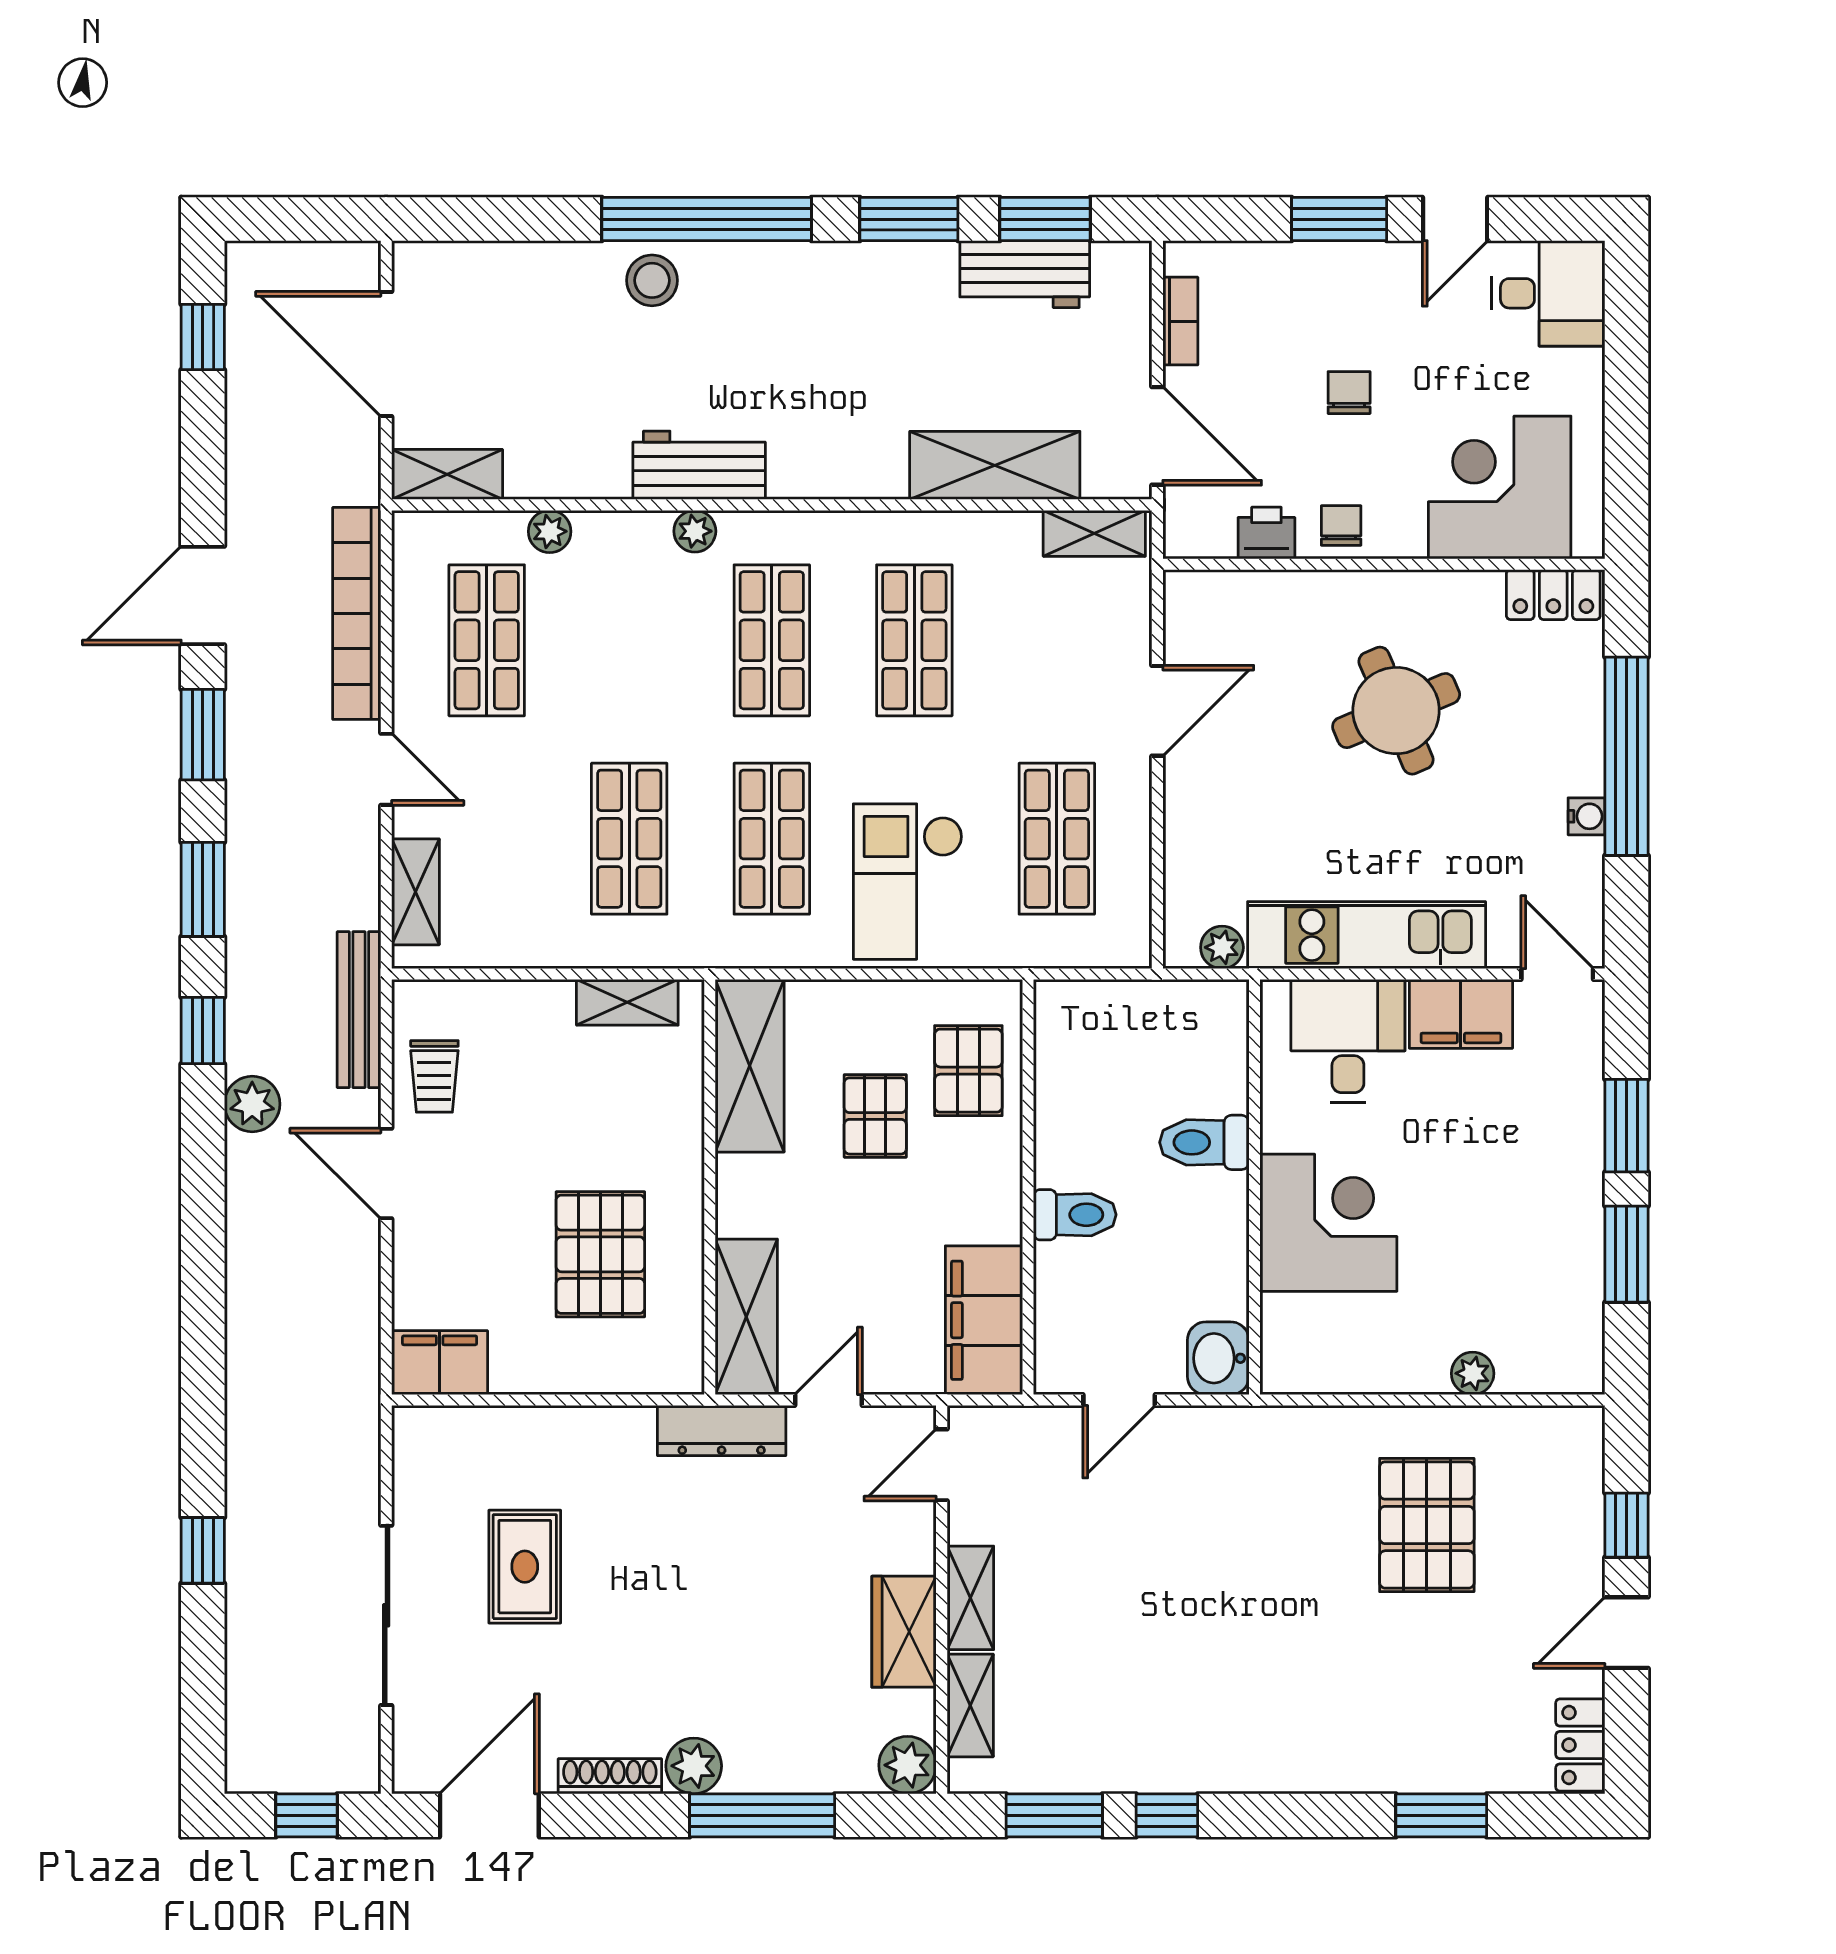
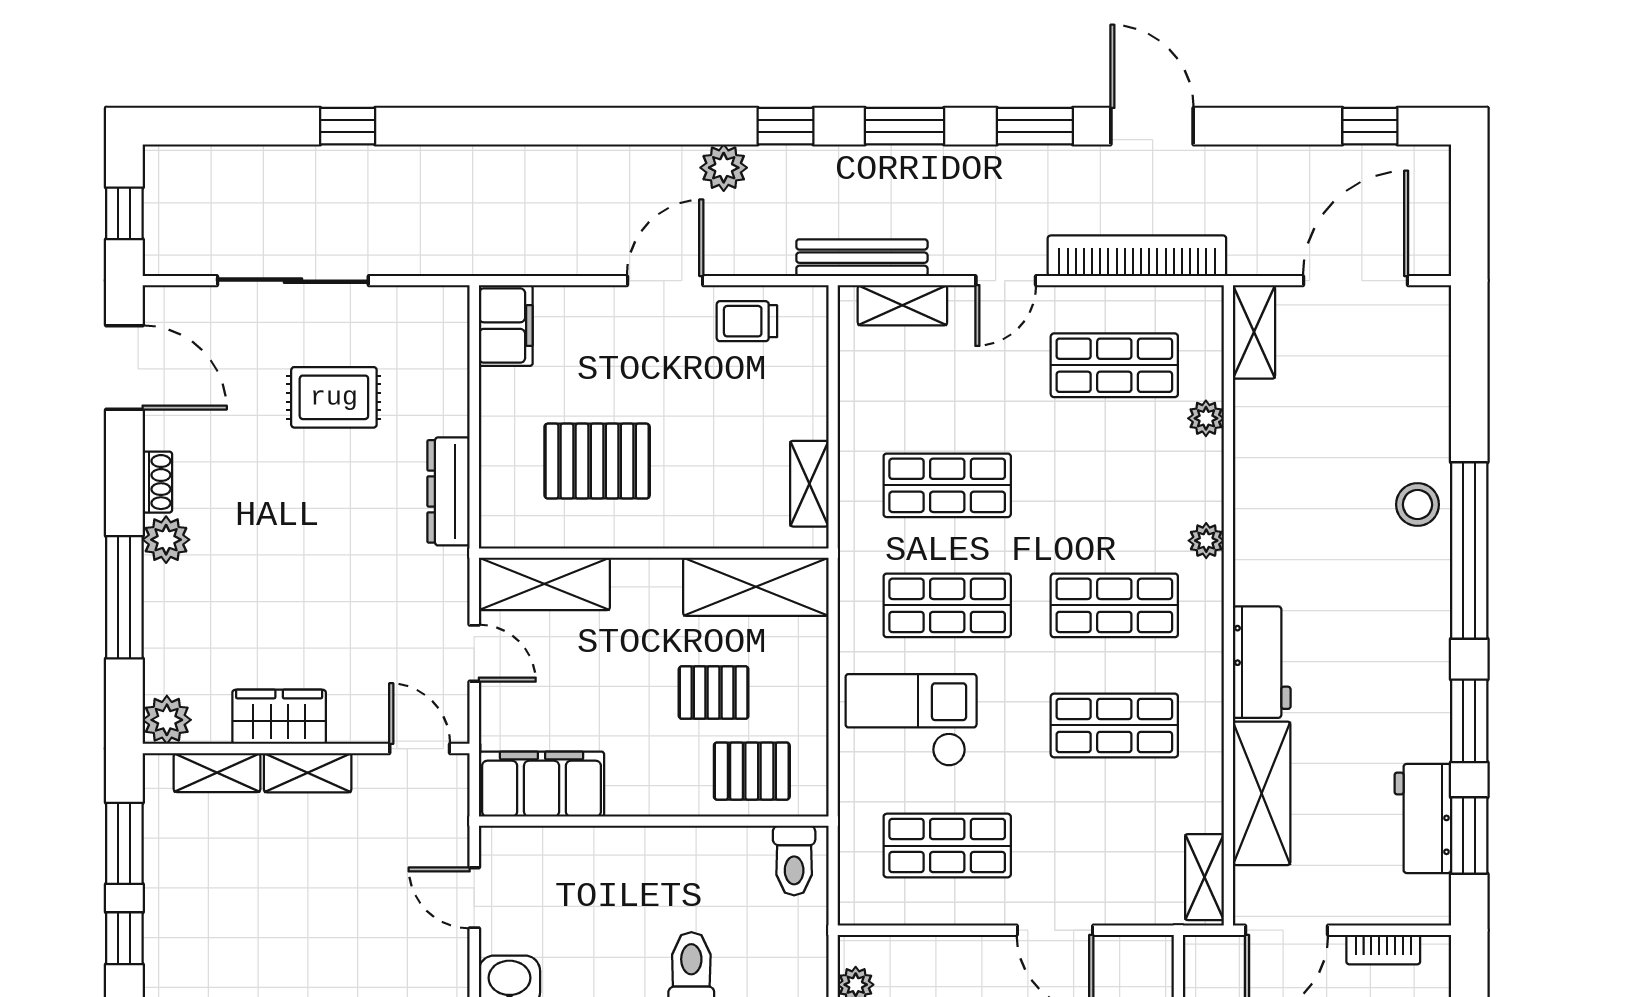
workbench: (699, 465) -> (1262, 662), moved
bench: (359, 1010) -> (862, 258), moved
toilet: (1075, 1215) -> (794, 861), moved
dresser: (722, 1431) -> (449, 491), moved
shoe rack: (610, 1776) -> (157, 482), width x0.70

